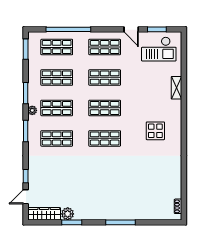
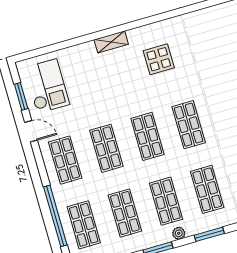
door: (131, 29) -> (31, 131), hinge flipped
shelving: (176, 88) -> (111, 42), moved

